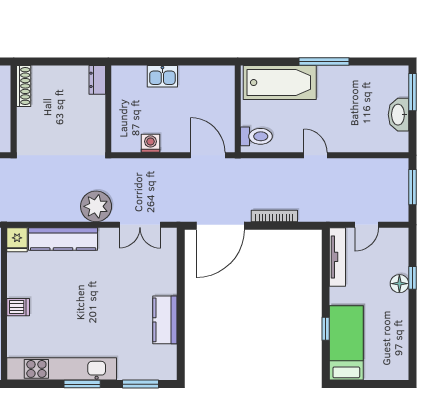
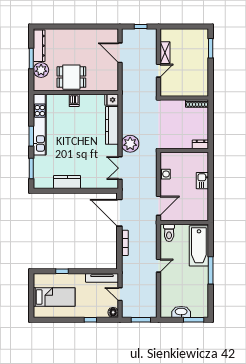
floor lamp: (399, 284) -> (113, 312), moved
bed: (346, 343) -> (54, 297), moved

